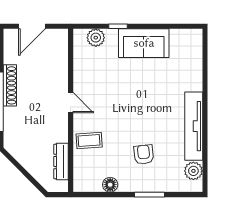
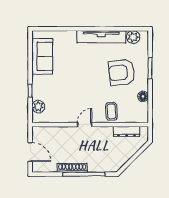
sofa: (144, 43) -> (42, 56), moved
armchair: (144, 155) -> (121, 72), width x1.88, depth x1.88

